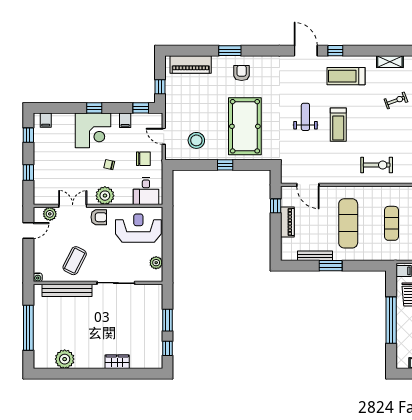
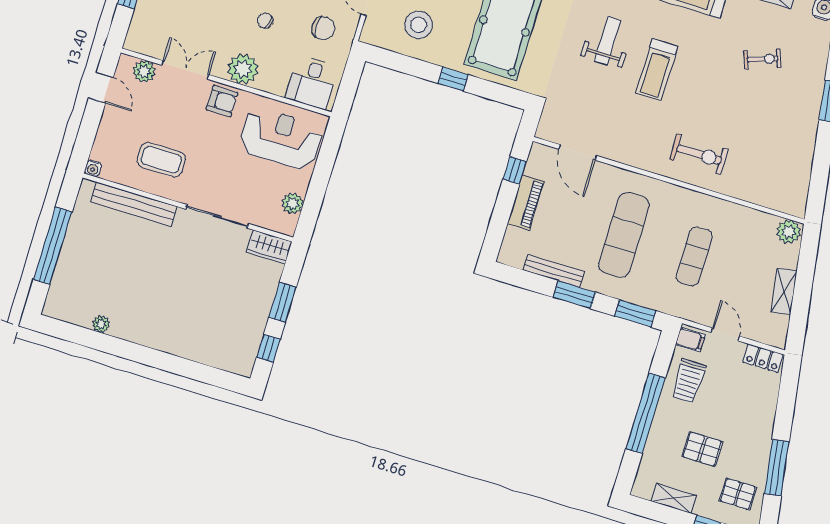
door: (28, 231) -> (101, 88), hinge flipped
coffee table: (75, 261) -> (161, 160), turned 63
window: (368, 266) -> (635, 313), added
plant: (65, 359) -> (101, 324), width x0.53, depth x0.53
wardrobe: (117, 362) -> (269, 247), moved, turned 180

